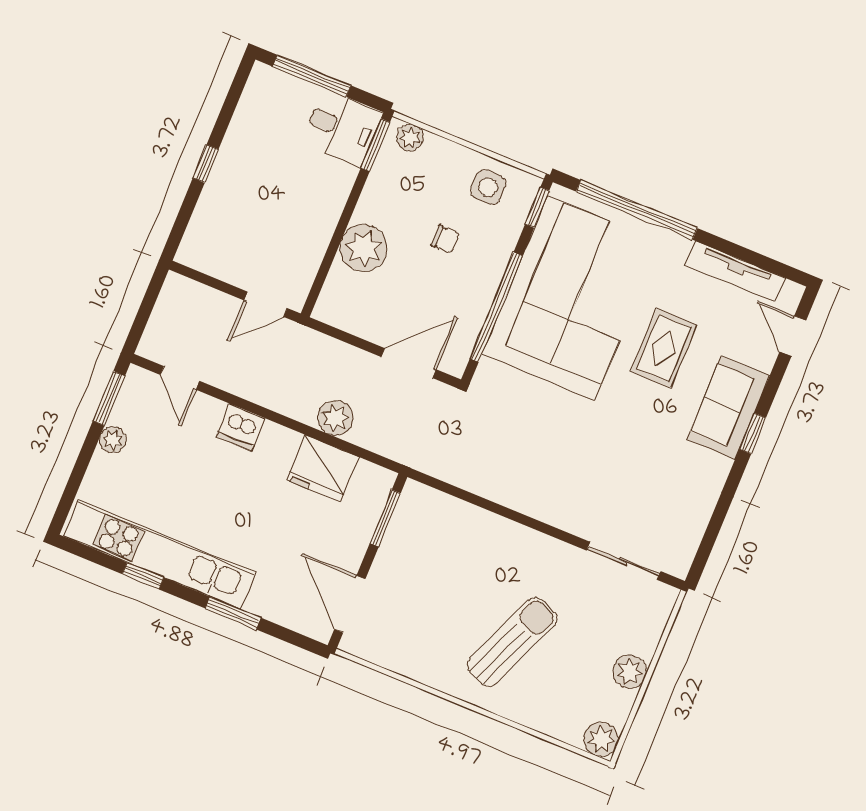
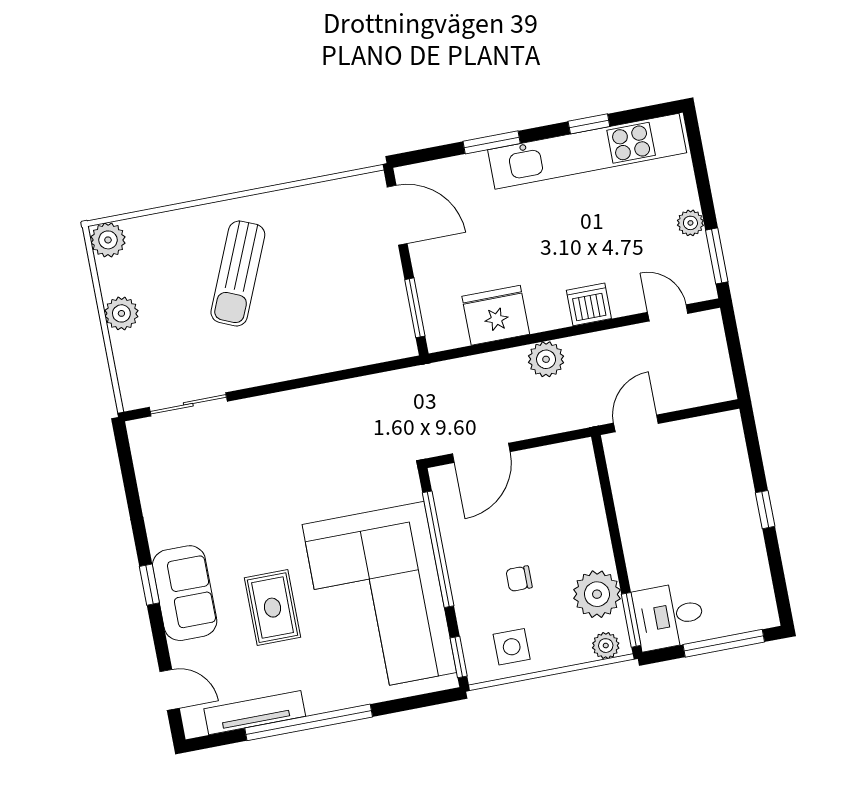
window: (637, 210) -> (309, 722), moved
plant: (363, 248) -> (597, 594), moved
plant: (335, 418) -> (546, 359), moved

